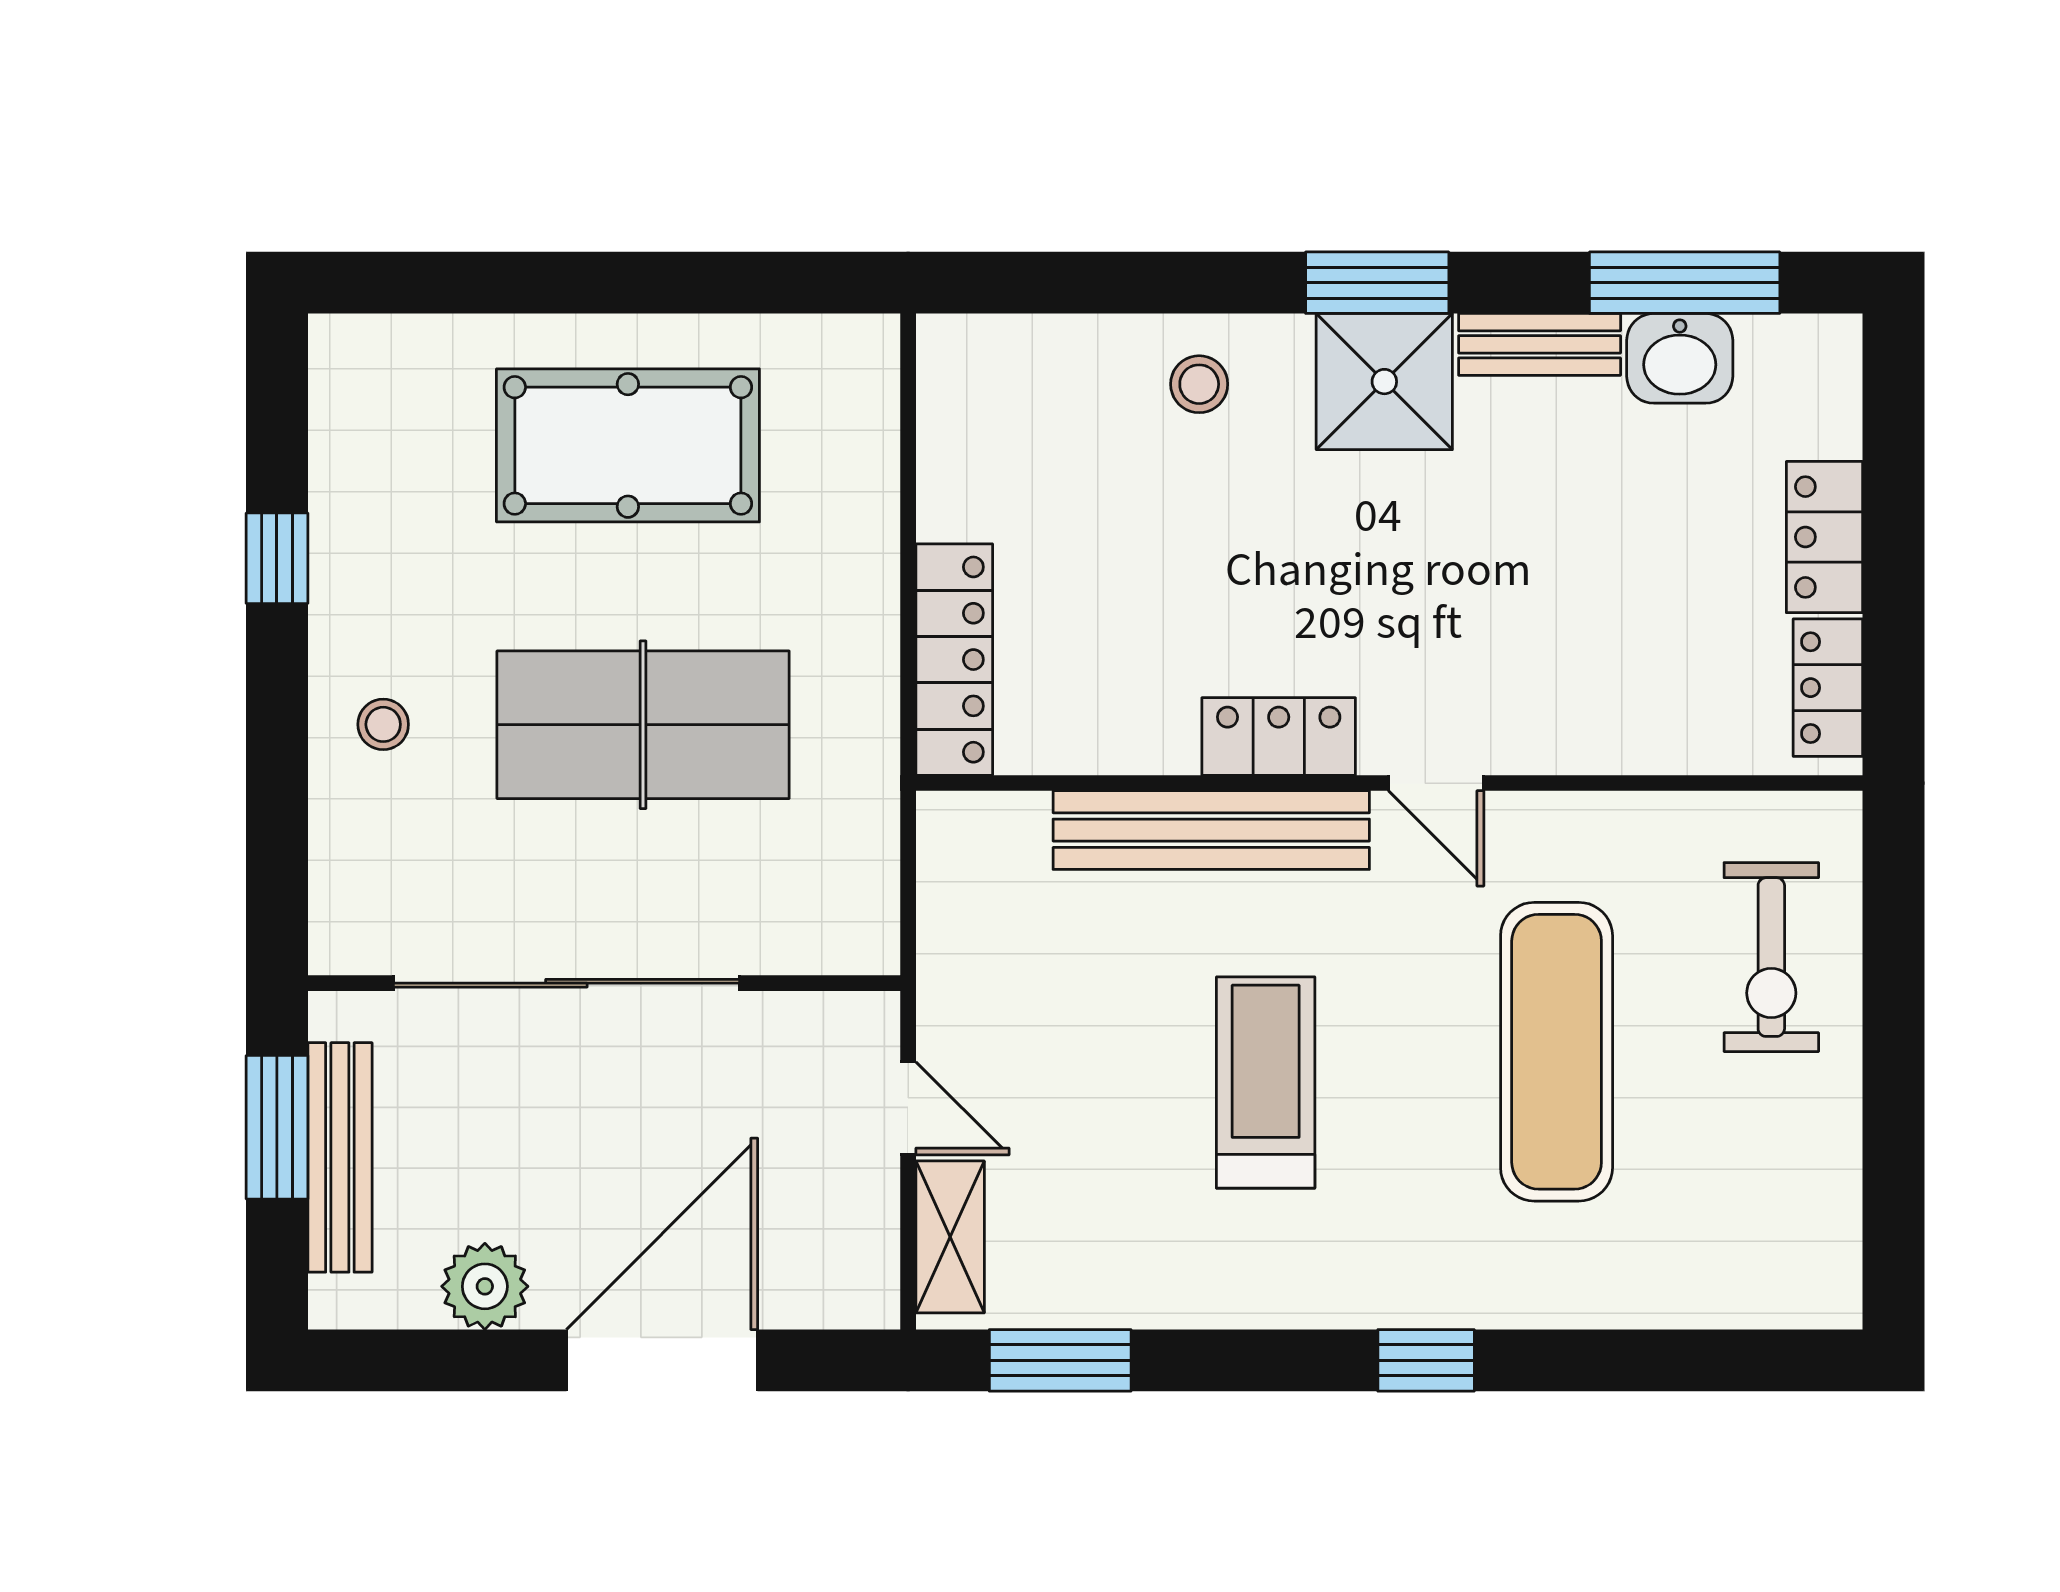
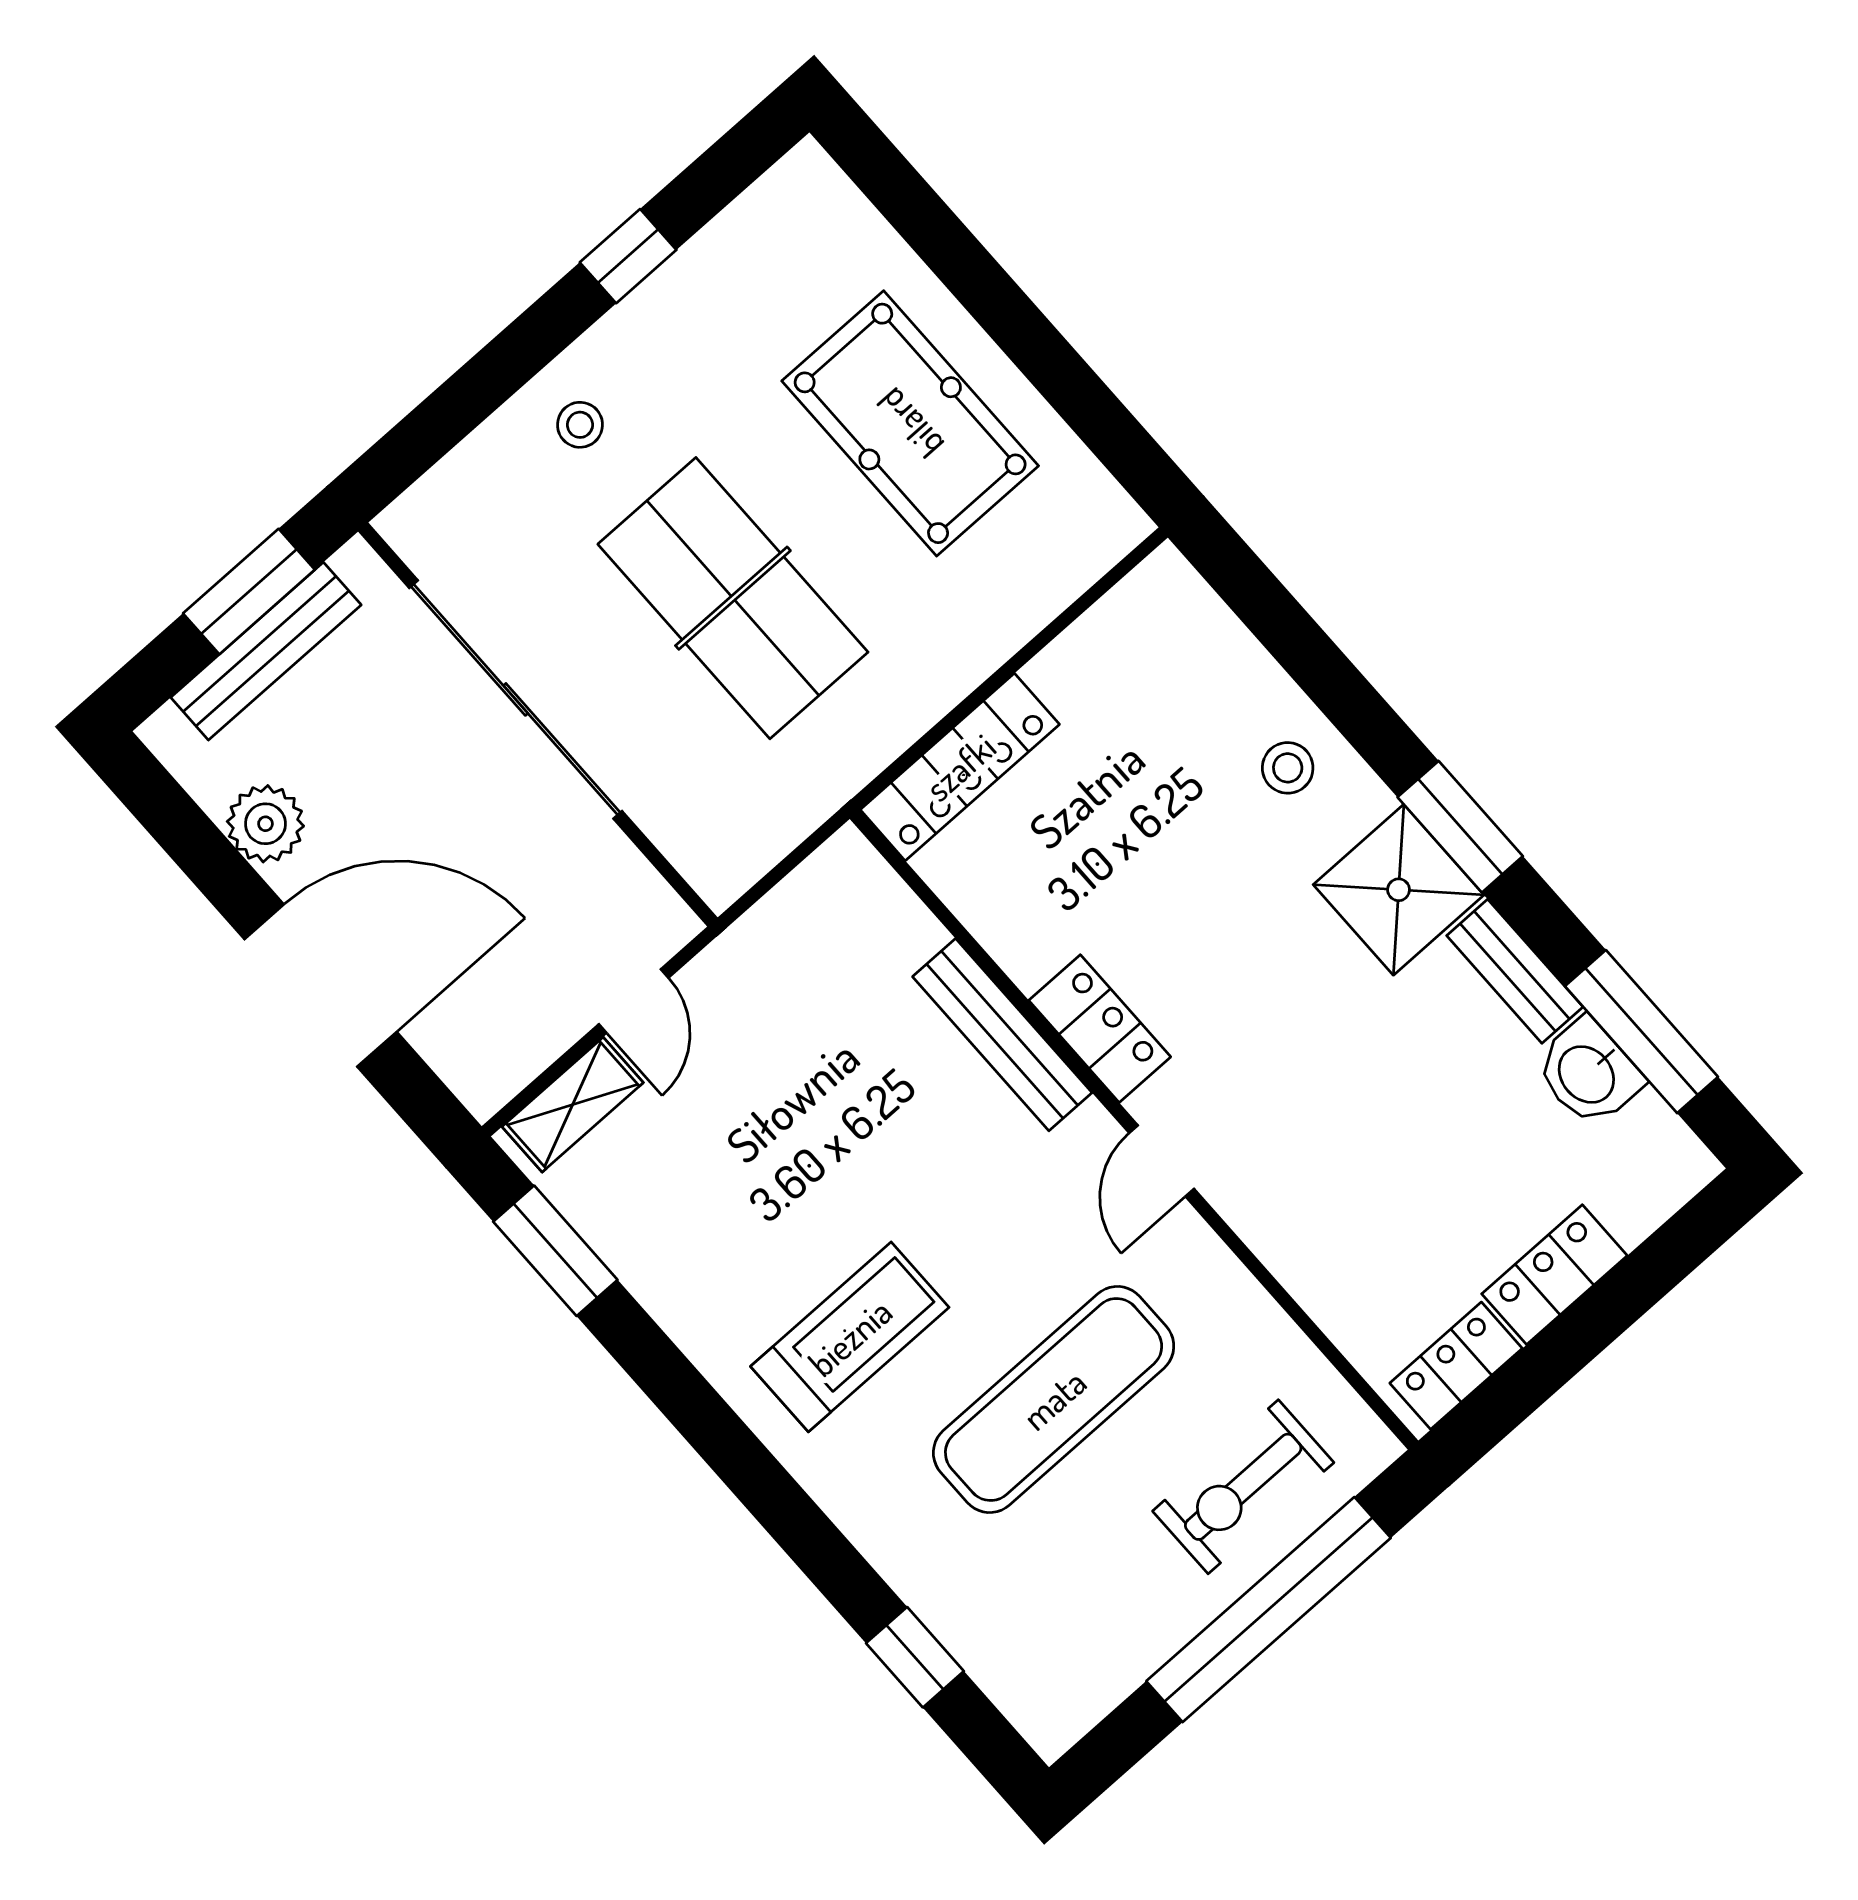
bench: (1211, 830) -> (1002, 1035), width x0.73, depth x0.82
window: (1894, 1027) -> (1268, 1610), added
treadmill: (1266, 1082) -> (850, 1337), moved
window: (1426, 1360) -> (915, 1657), moved

